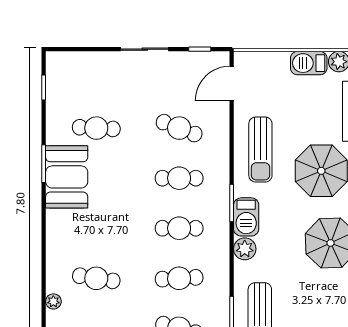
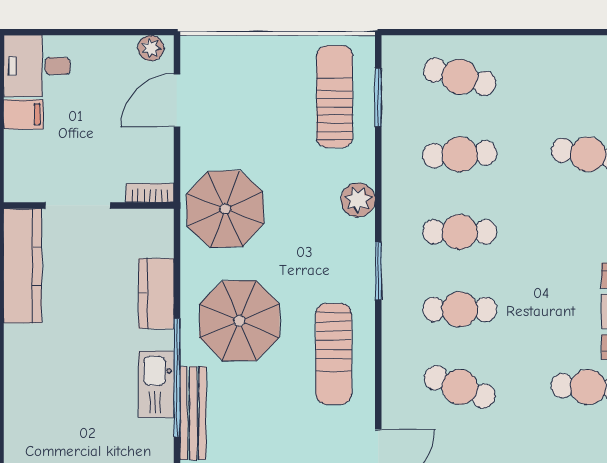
sun lounger: (260, 149) -> (334, 354), turned 180
barbecue: (246, 217) -> (356, 249), removed

